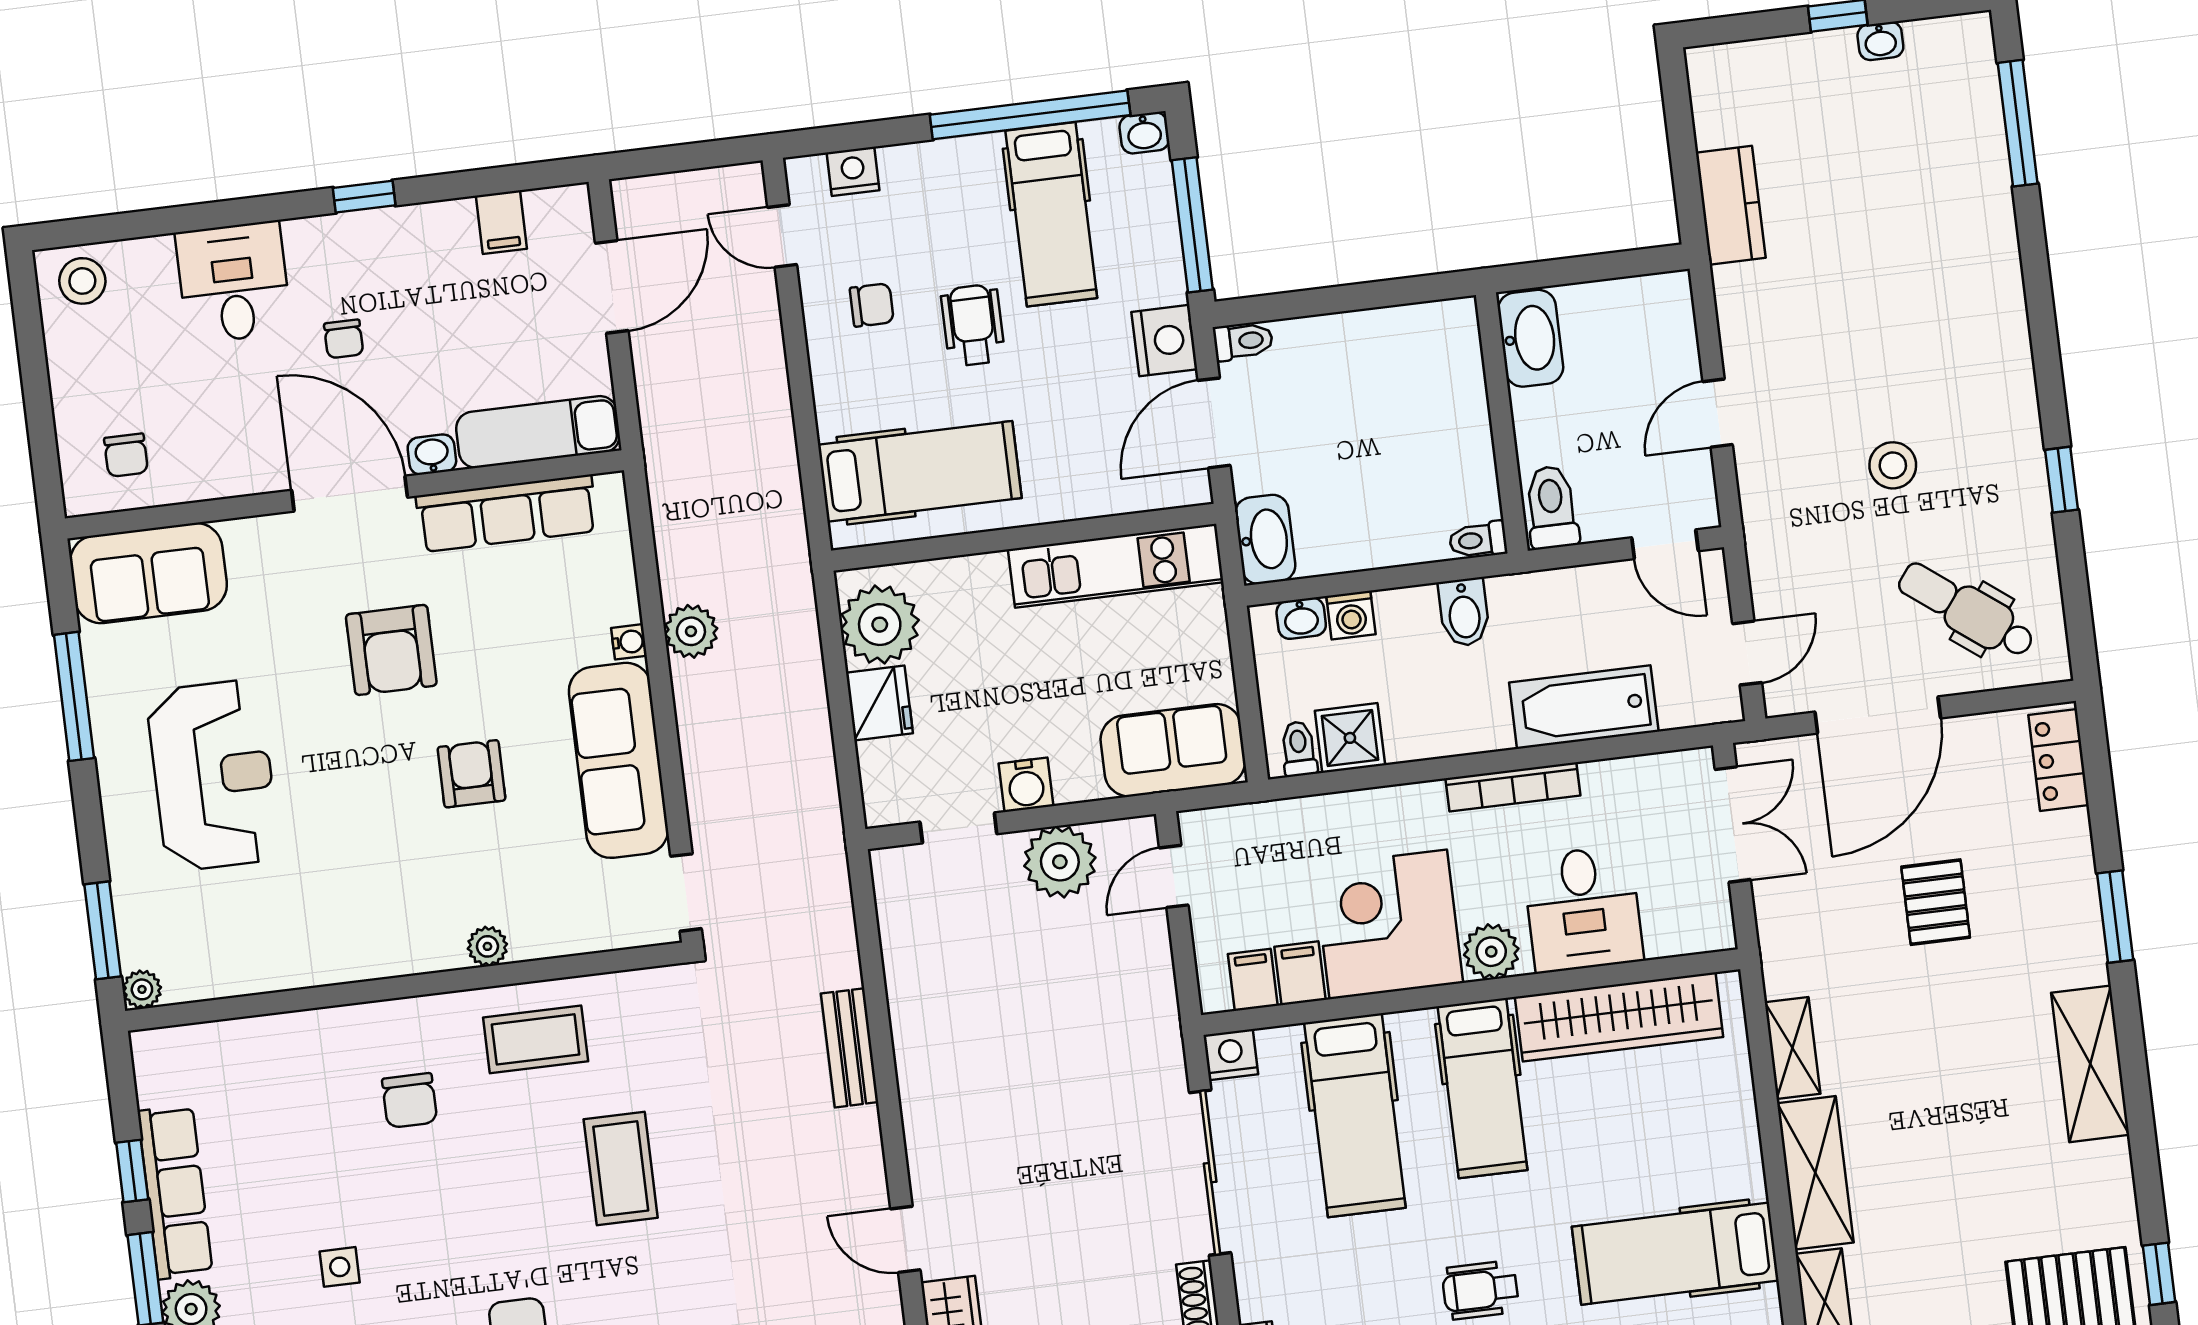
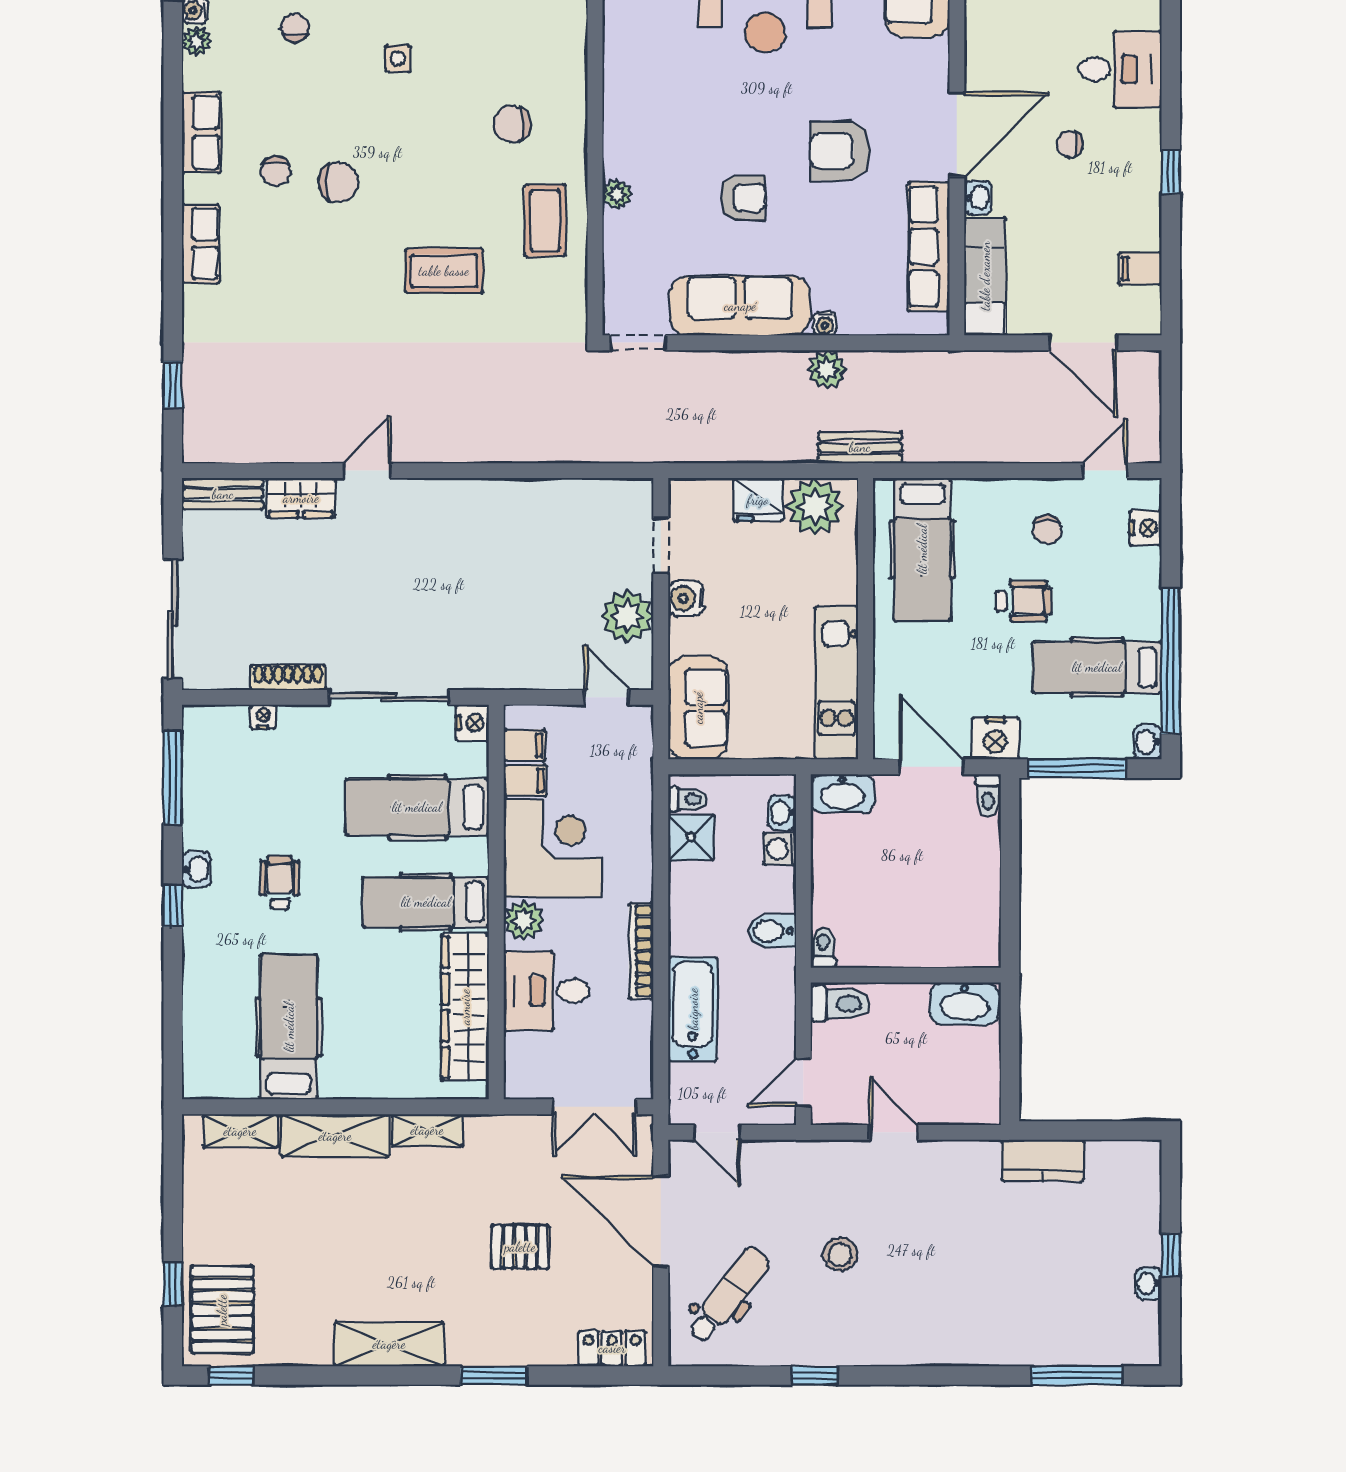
bench: (850, 1048) -> (860, 447), moved

